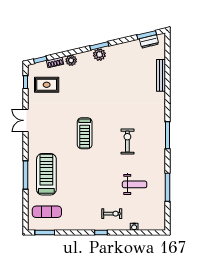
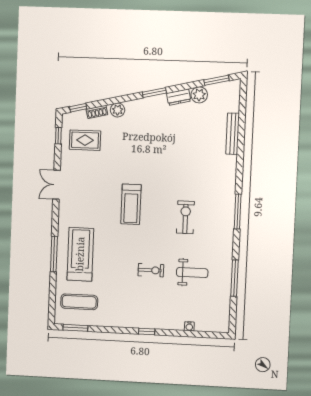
dresser: (149, 41) -> (179, 97), moved
plant: (99, 55) -> (199, 95), moved
exercise bike: (112, 214) -> (151, 270), moved

